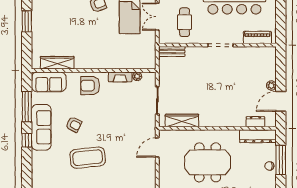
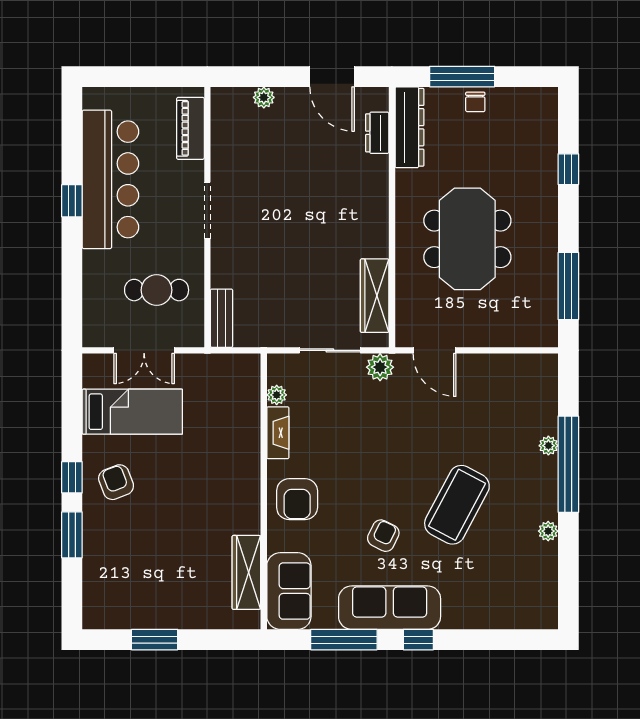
plant: (271, 86) -> (264, 97), moved
plant: (150, 123) -> (380, 367), added
coffee table: (88, 158) -> (457, 505), turned 34

